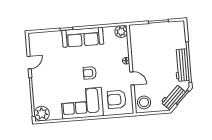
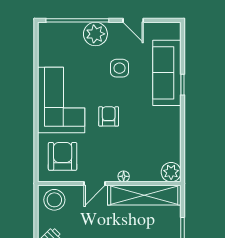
sofa: (83, 37) -> (167, 73), moved
shelving: (137, 47) -> (144, 195), added
side table: (59, 69) -> (119, 68), added
plant: (42, 114) -> (95, 34), moved

